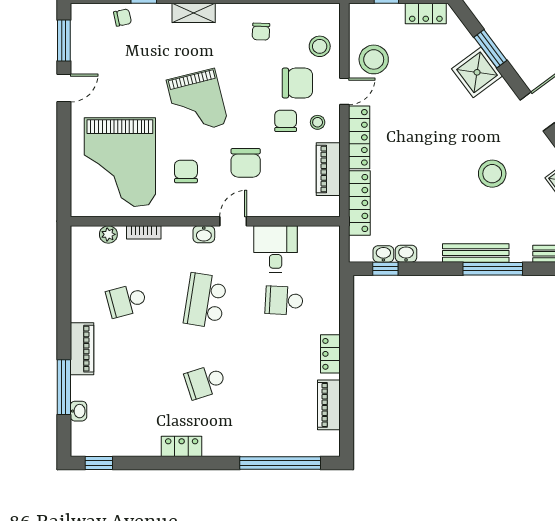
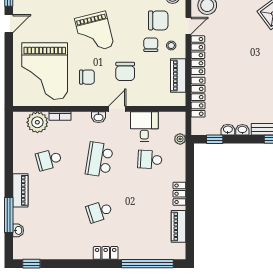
chair: (186, 171) -> (87, 77), turned 90
plant: (108, 234) -> (37, 122), width x1.88, depth x1.88
washbasin: (383, 254) -> (242, 130), moved
plant: (331, 268) -> (180, 139), added
locker: (182, 446) -> (106, 253), moved

